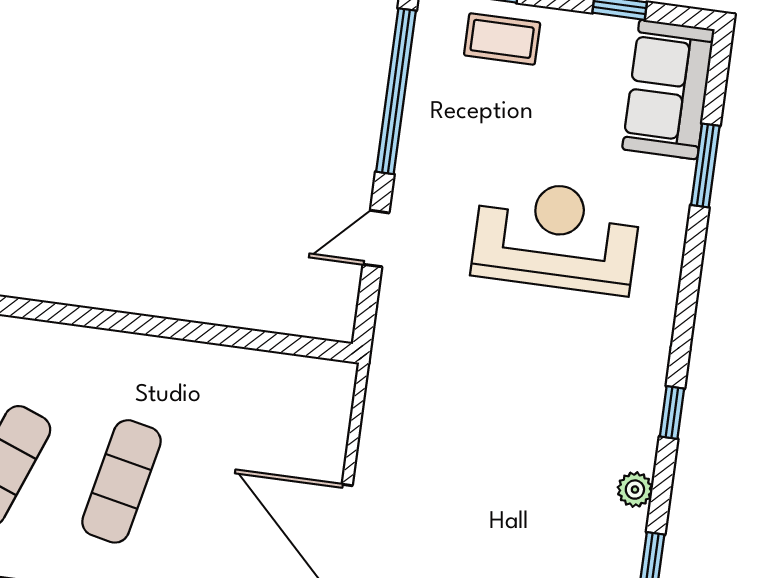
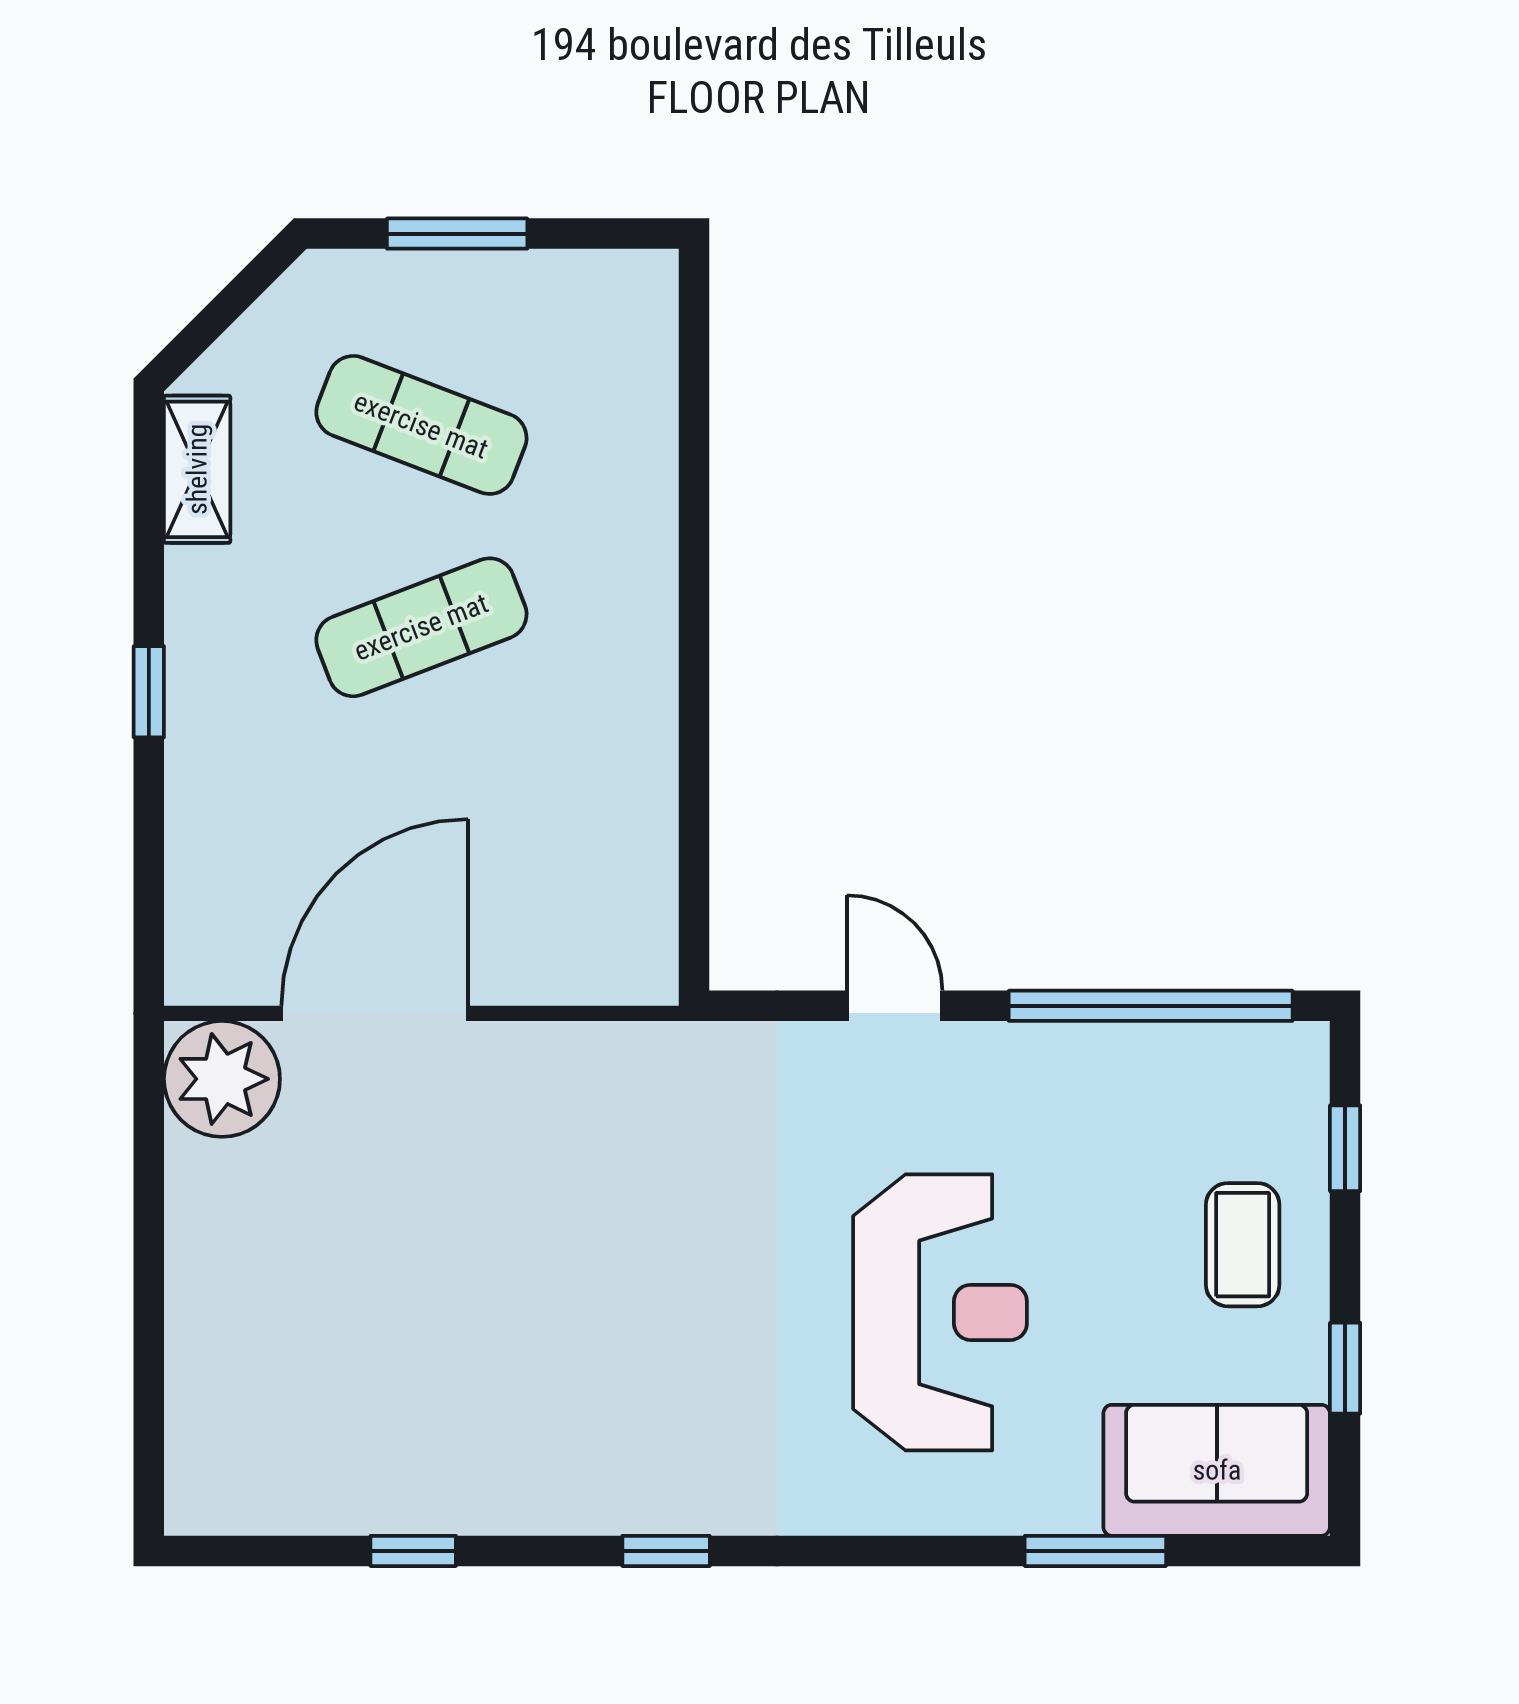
coffee table: (502, 39) -> (1243, 1245), moved
exercise mat: (121, 481) -> (421, 627), turned -33
plant: (635, 490) -> (526, 1505), removed

